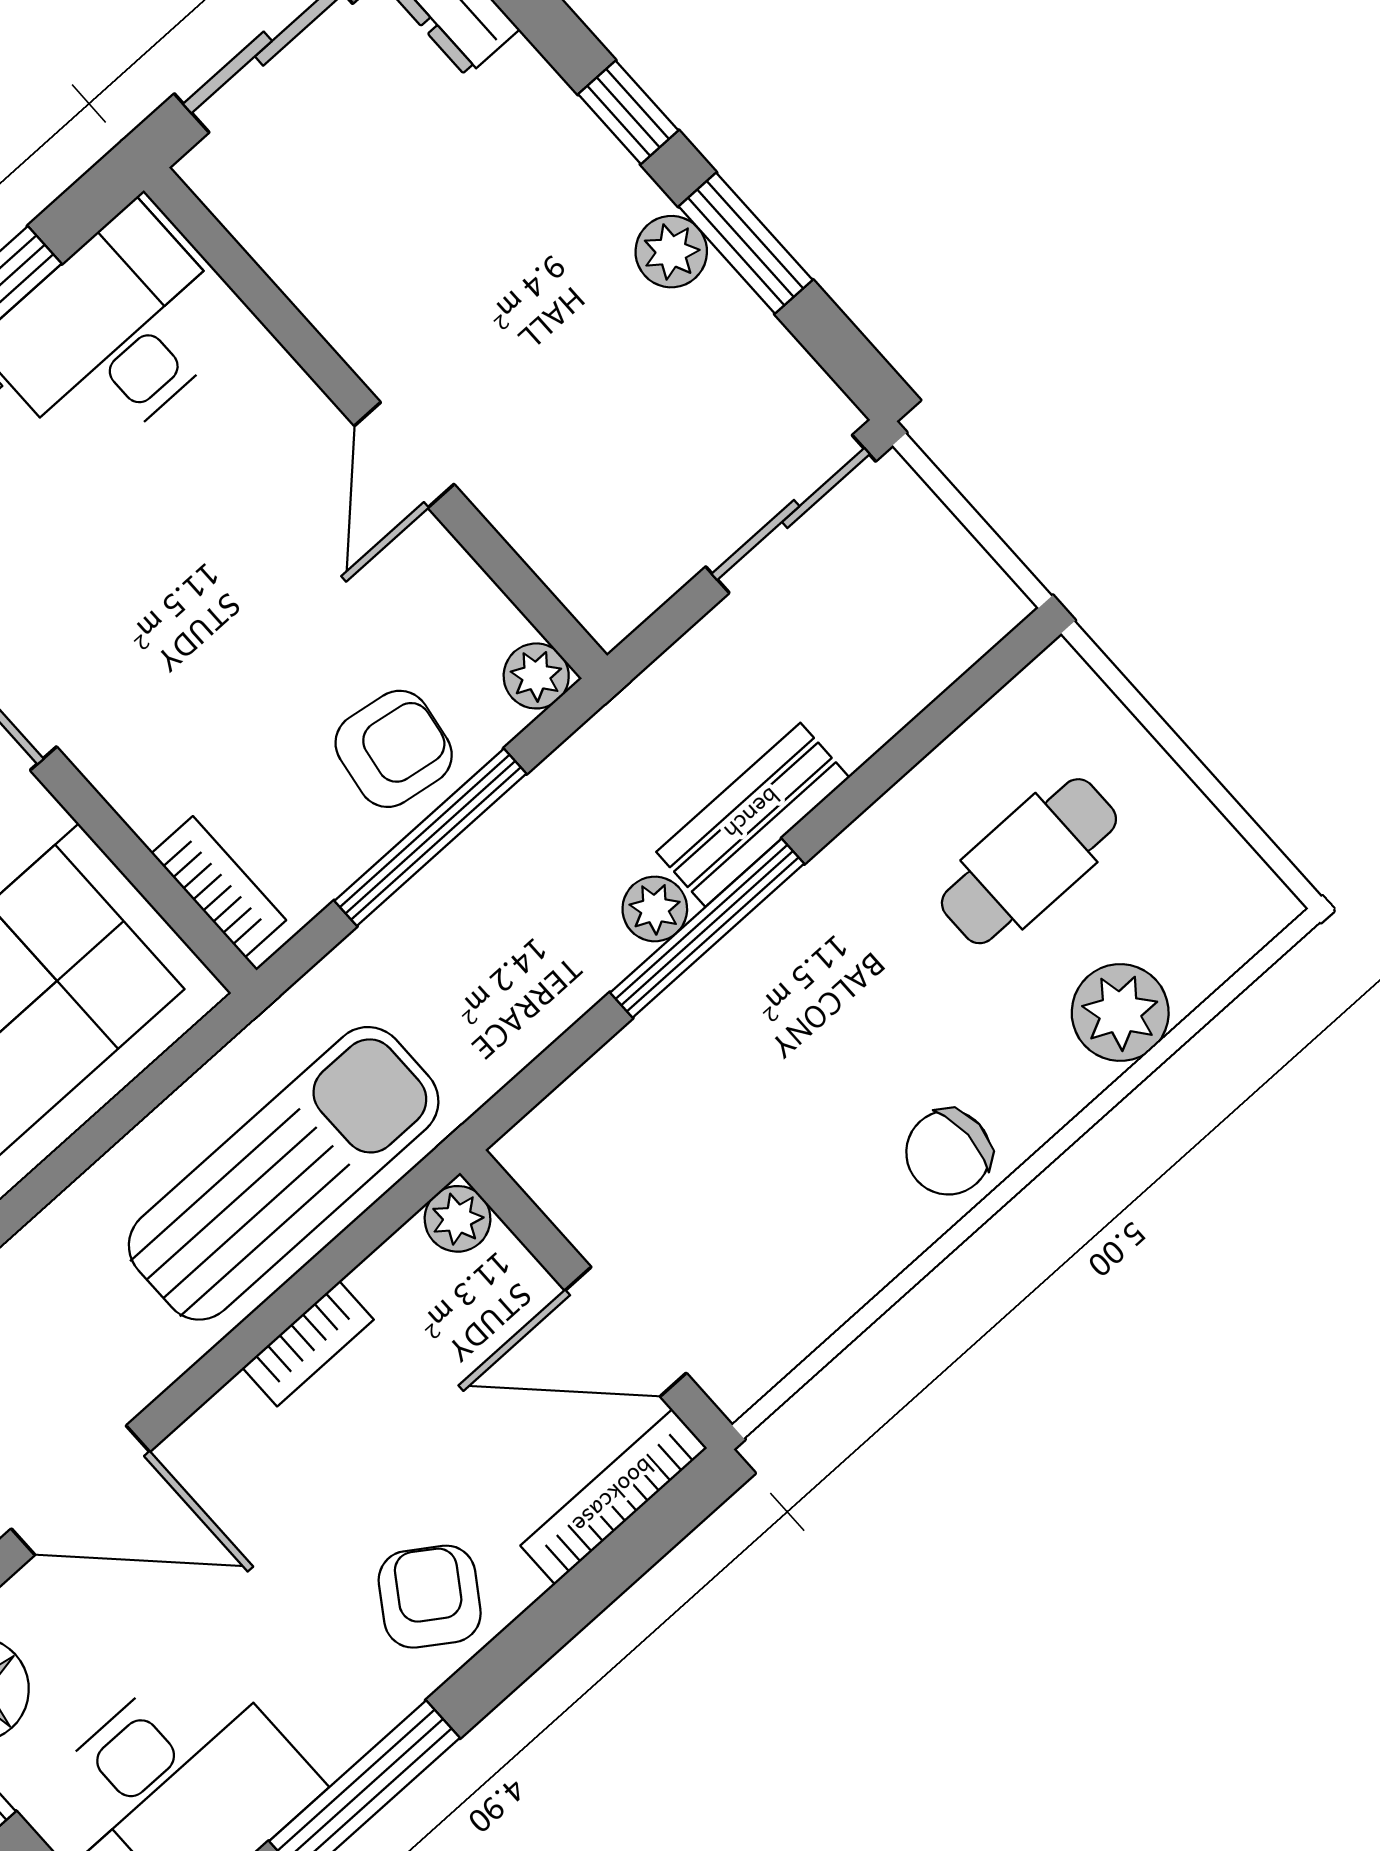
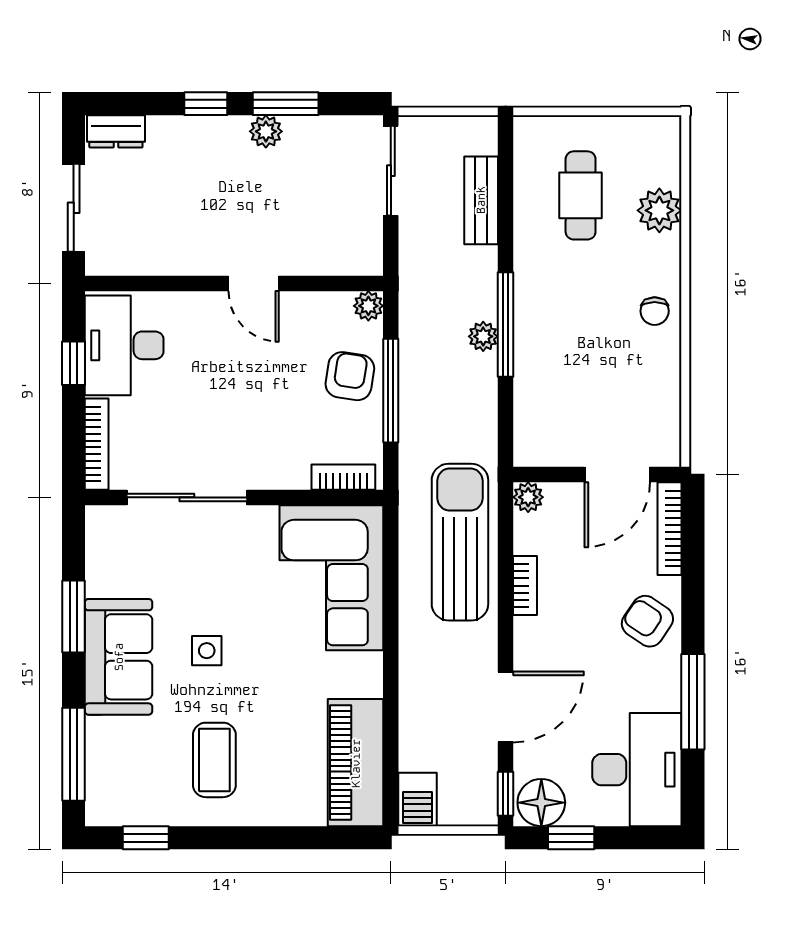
bench: (753, 815) -> (481, 200), moved
chair: (948, 1153) -> (655, 311), width x0.73, depth x0.73

